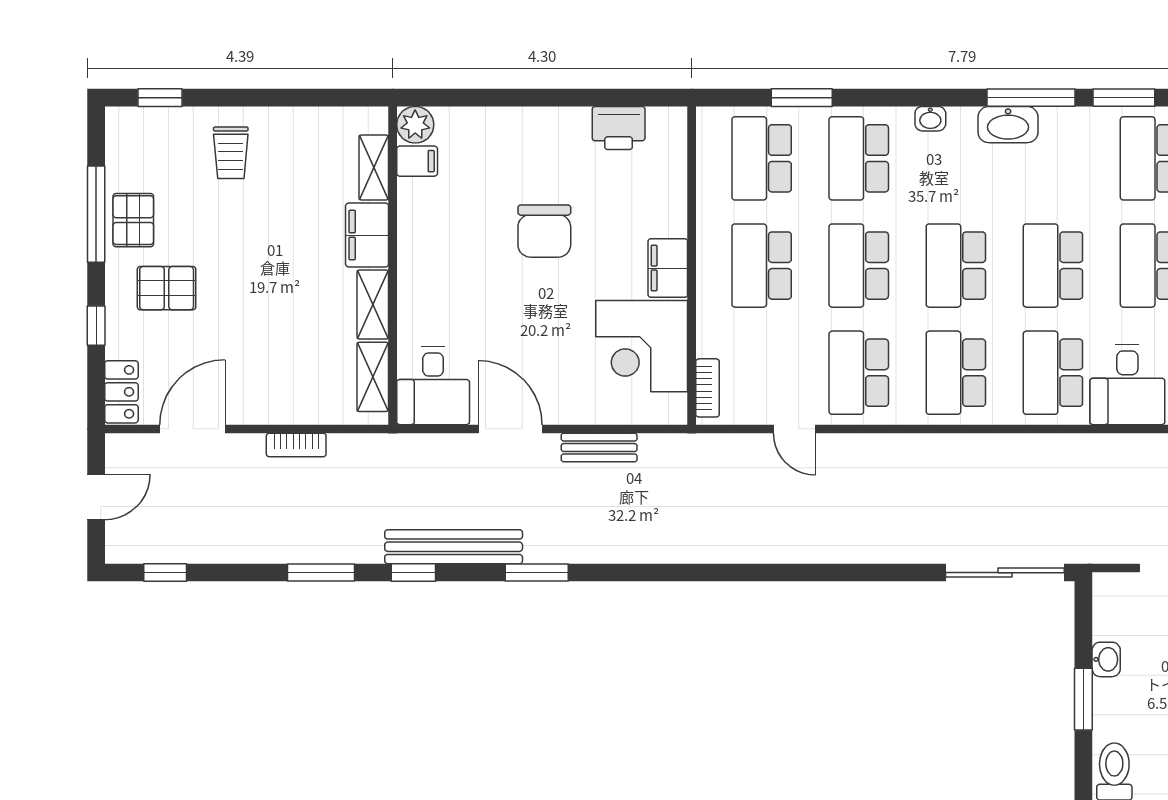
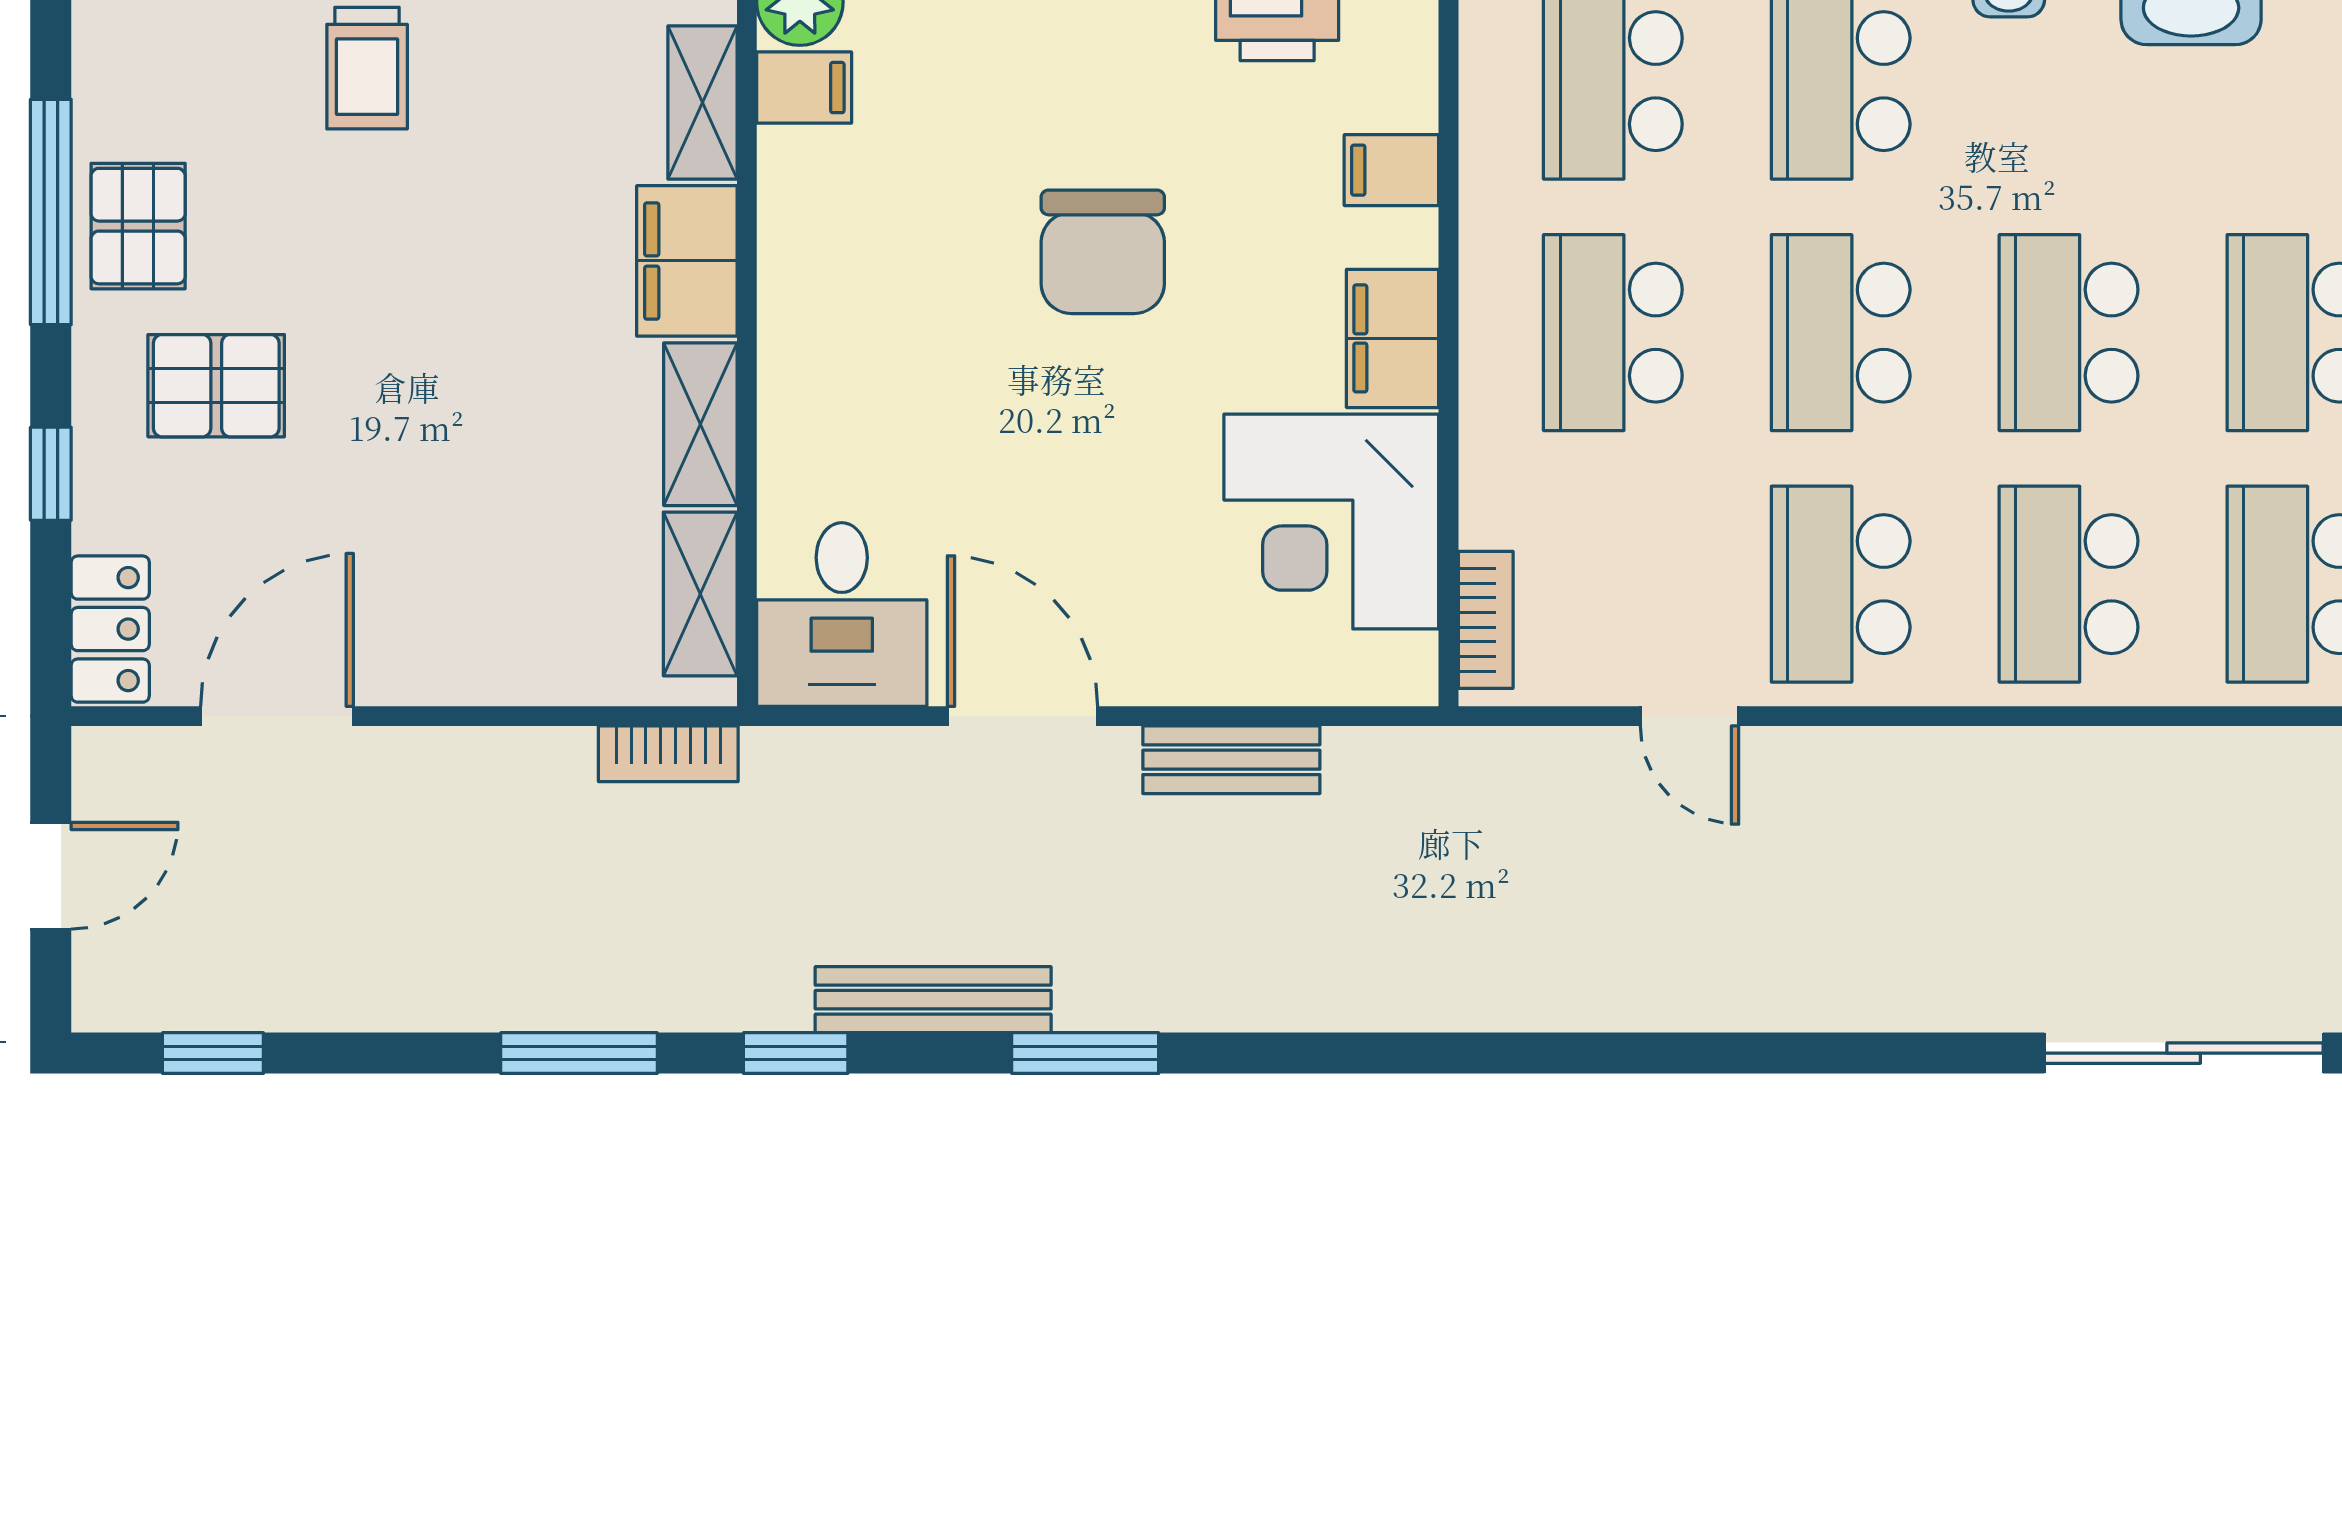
filing cabinet: (667, 196) -> (1391, 170), added
bookcase: (296, 445) -> (668, 754), moved
bench: (454, 547) -> (933, 1000), width x0.73, depth x0.82

